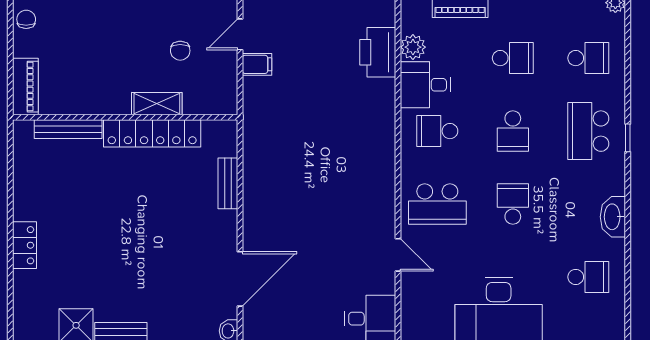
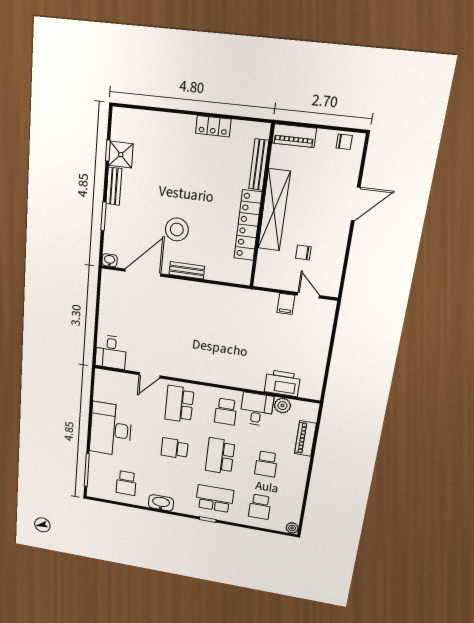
shelving: (157, 104) -> (274, 210), width x2.20, depth x1.33
school desk: (437, 131) -> (226, 412), turned 180
school desk: (513, 131) -> (220, 456), width x1.85
bench: (228, 183) -> (187, 270), moved
school desk: (513, 204) -> (175, 448), turned 180
stool: (171, 235) -> (177, 229), added
locker: (25, 245) -> (213, 126), moved
door: (240, 279) -> (143, 273), swing flipped

